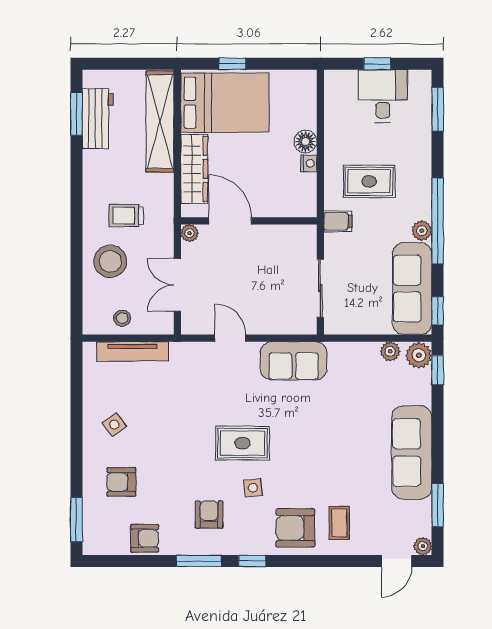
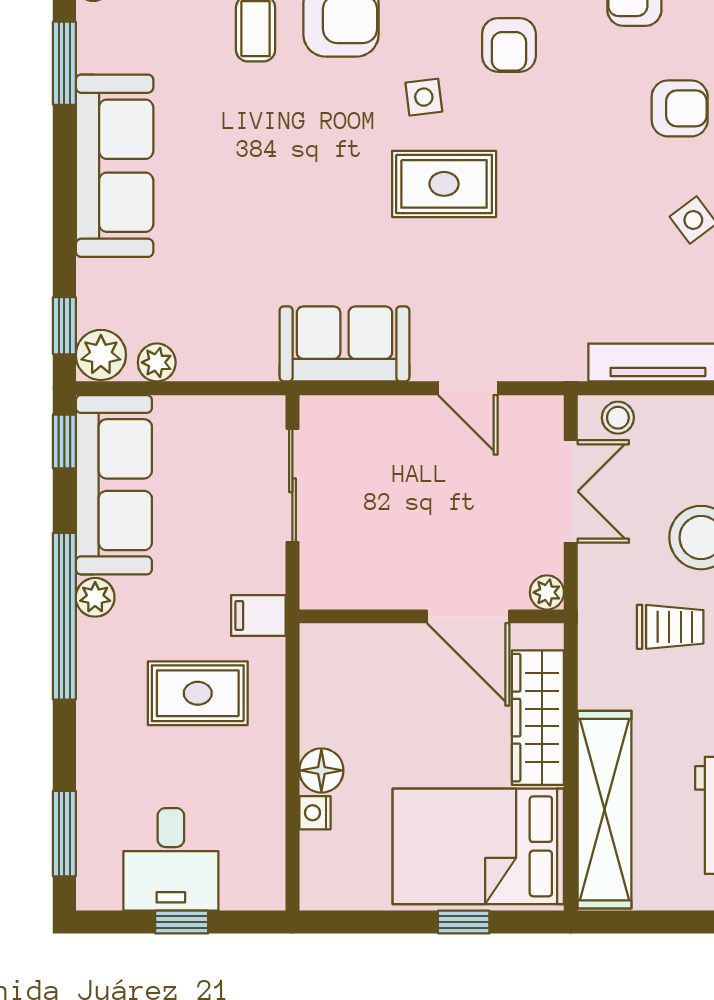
nightstand: (309, 163) -> (315, 813), moved
stool: (122, 318) -> (618, 418), moved

